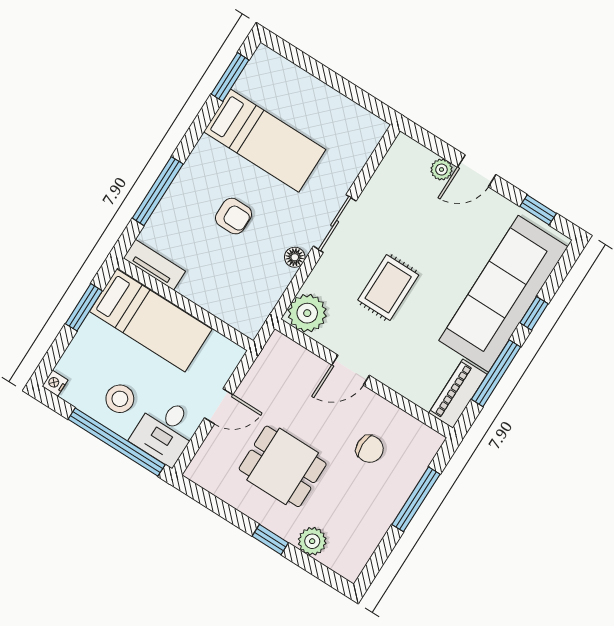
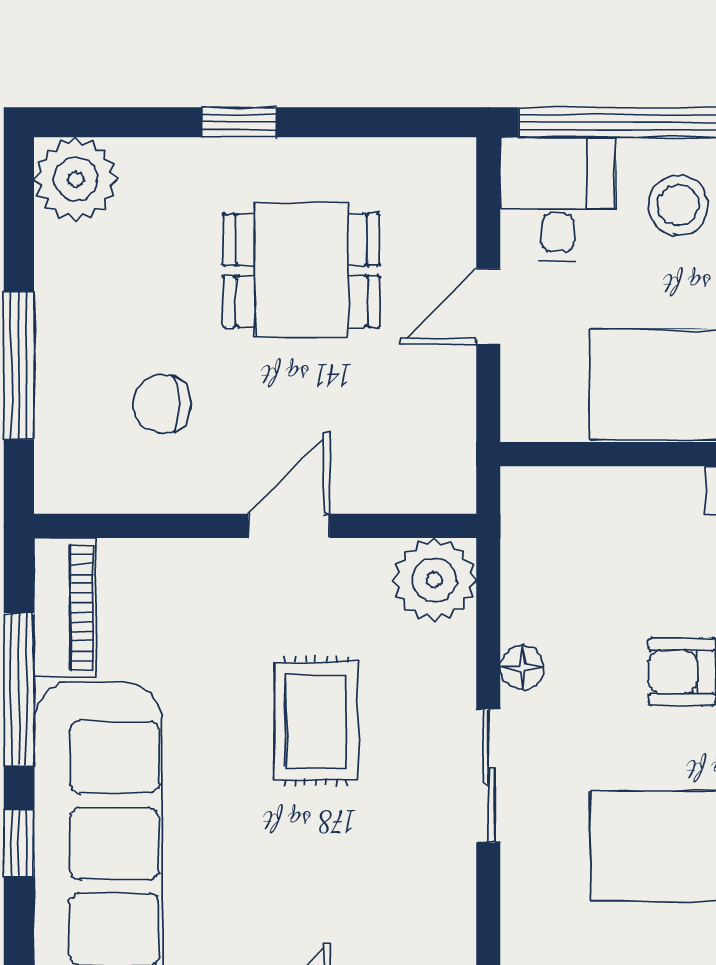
plant: (312, 541) -> (76, 179), moved, width x1.36, depth x1.36

